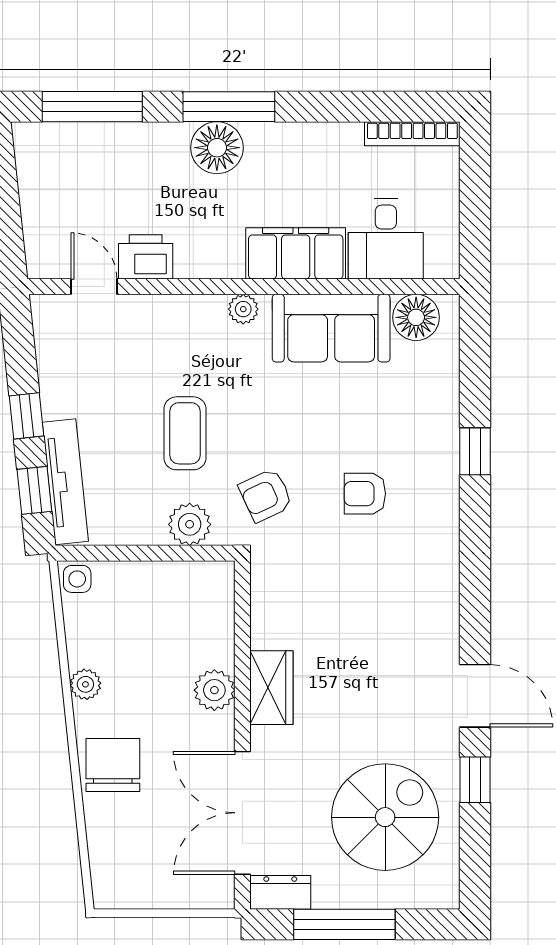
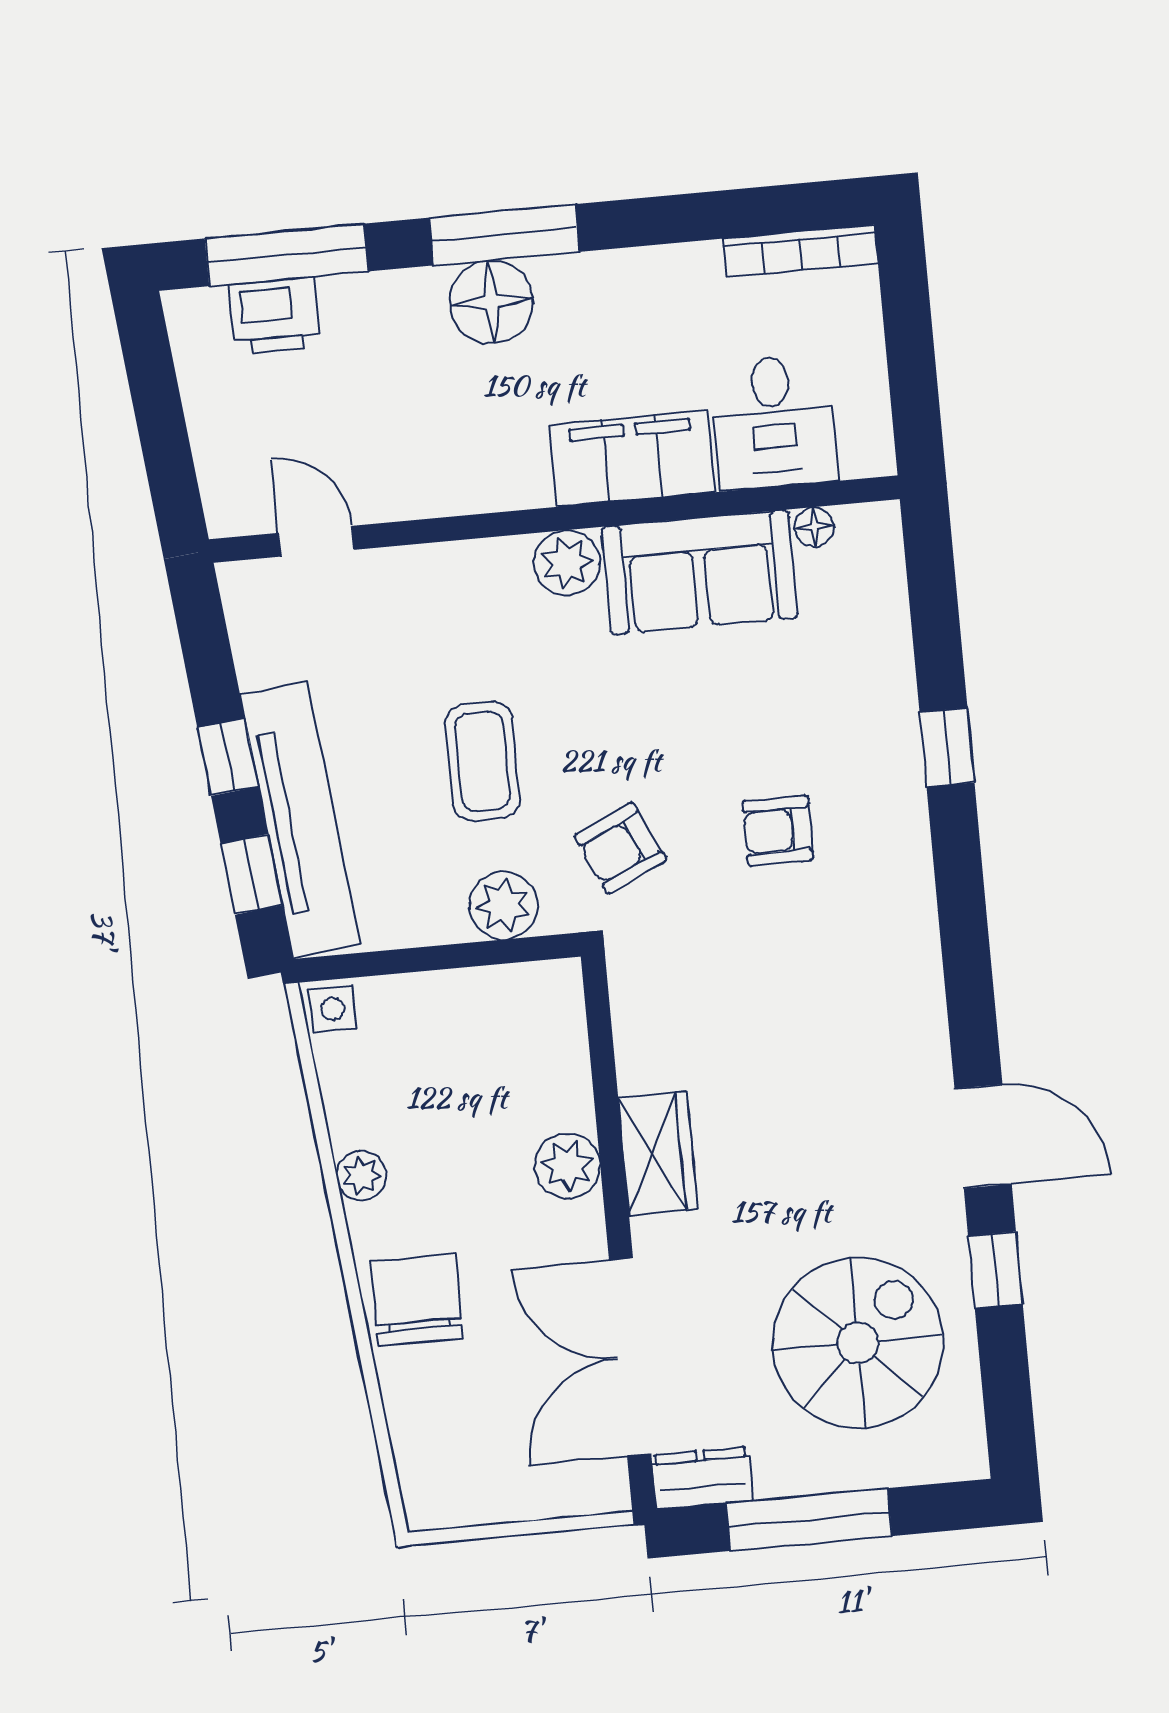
printer: (146, 257) -> (274, 316), moved, turned 180
plant: (243, 309) -> (567, 563), width x1.38, depth x1.38
floor lamp: (416, 317) -> (814, 527), width x0.53, depth x0.53
tv unit: (65, 482) -> (300, 820), width x1.36, depth x1.29

